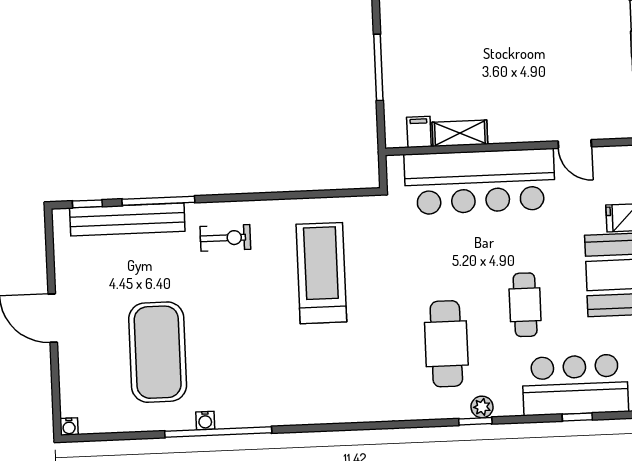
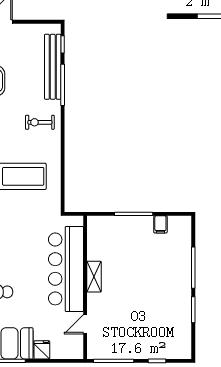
filing cabinet: (419, 132) -> (160, 224), moved, turned 90
shelving: (460, 133) -> (94, 277), moved
exercise bike: (225, 238) -> (40, 122), turned 90

